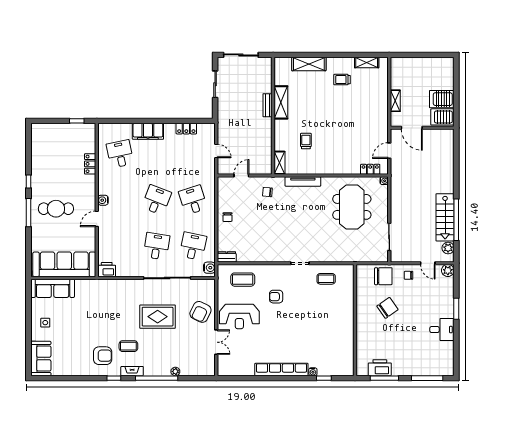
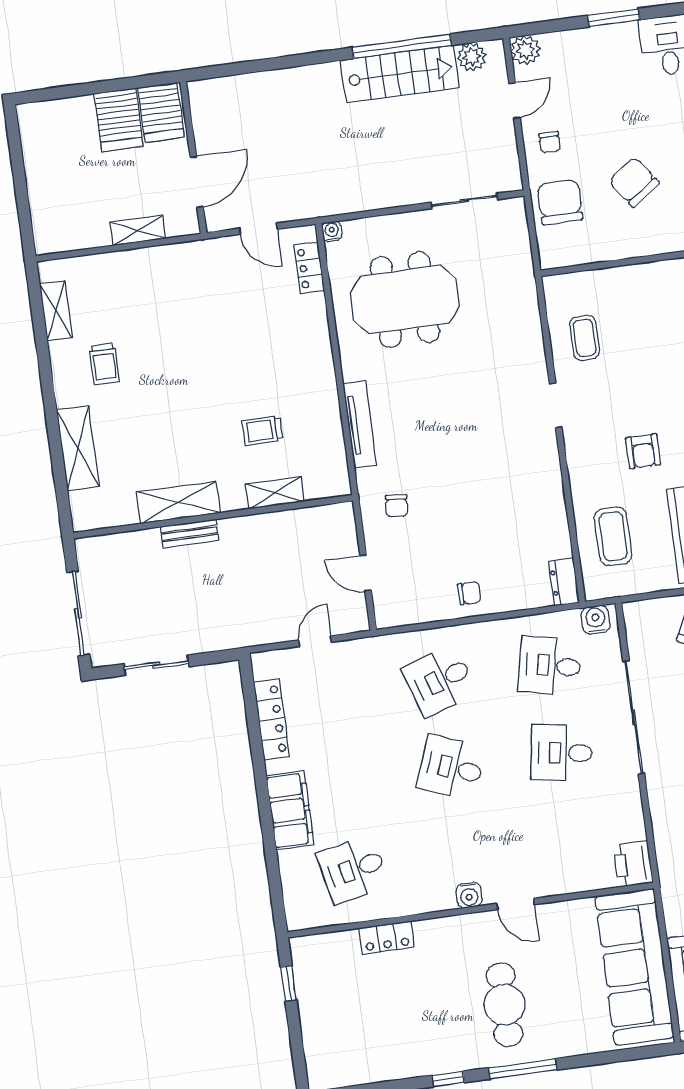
locker: (186, 129) -> (271, 719), width x1.53
shelving: (279, 163) -> (275, 493), moved

